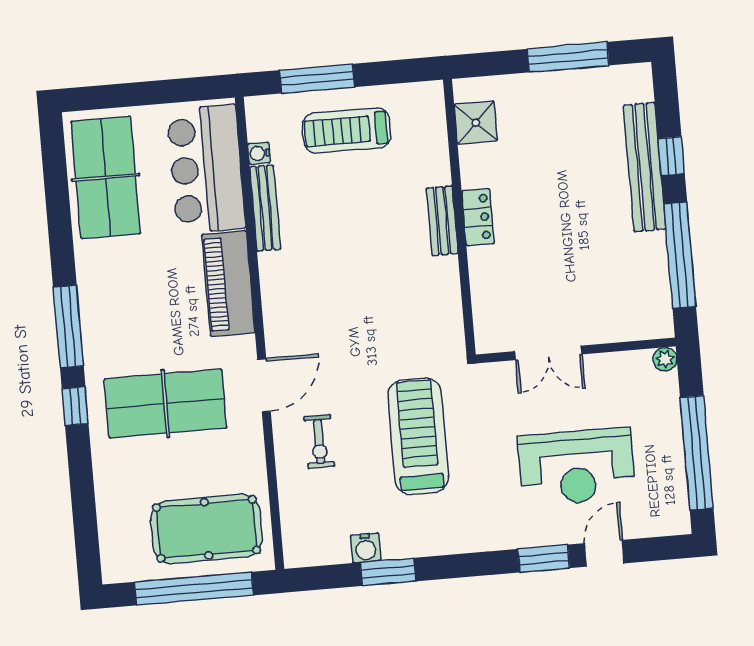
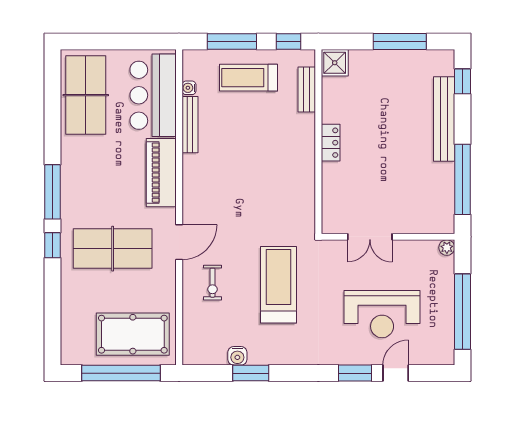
window: (402, 71) -> (288, 42), added
shower: (476, 123) -> (335, 63), moved
window: (671, 156) -> (463, 81), moved
bench: (442, 221) -> (307, 90), moved

